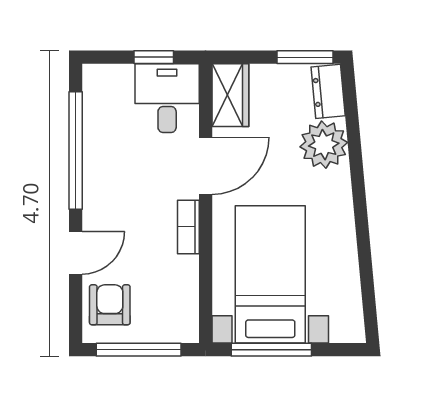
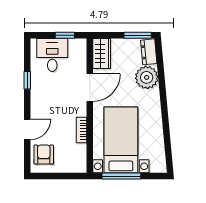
desk: (167, 98) -> (52, 55), moved
window: (76, 151) -> (27, 80), width x0.32
bookcase: (188, 227) -> (82, 130), moved
window: (139, 350) -> (58, 176), removed

